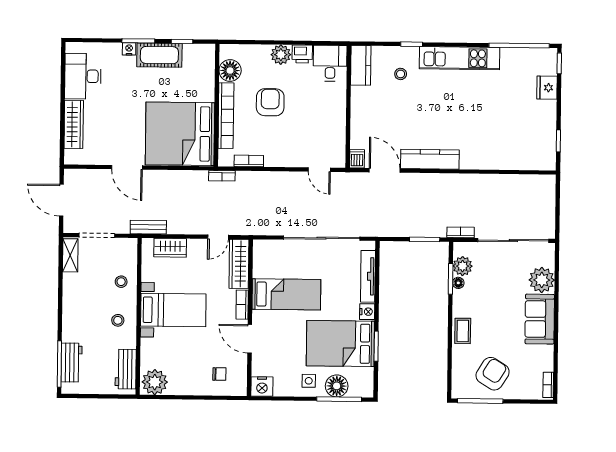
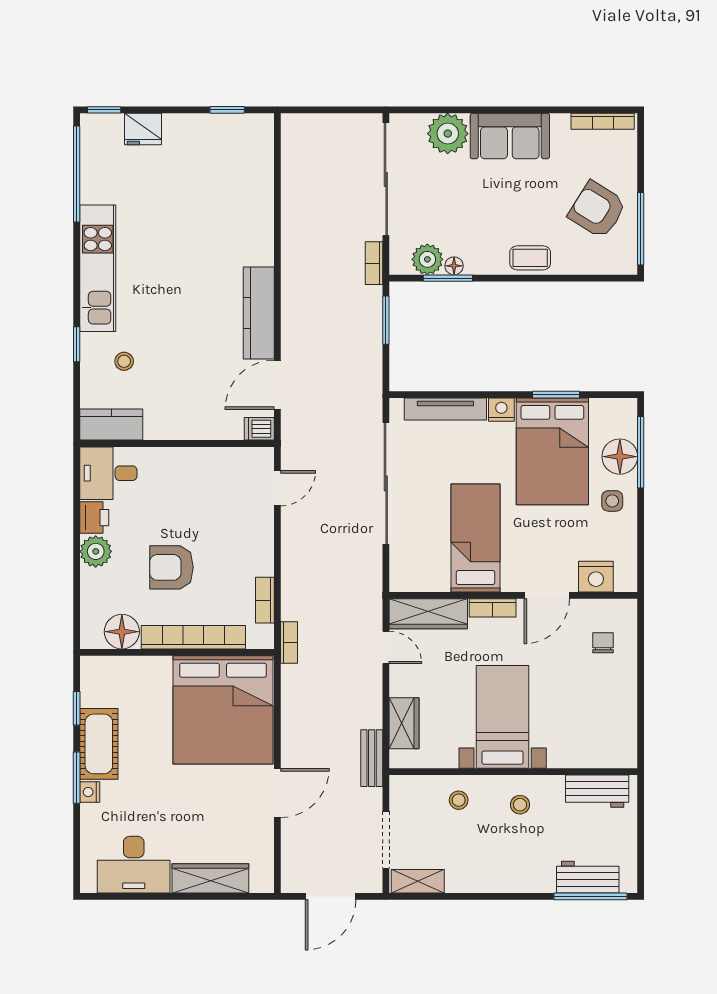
plant: (155, 382) -> (617, 745), removed
bookcase: (548, 385) -> (603, 121), width x1.56
nightstand: (262, 386) -> (596, 577), moved, turned 90

